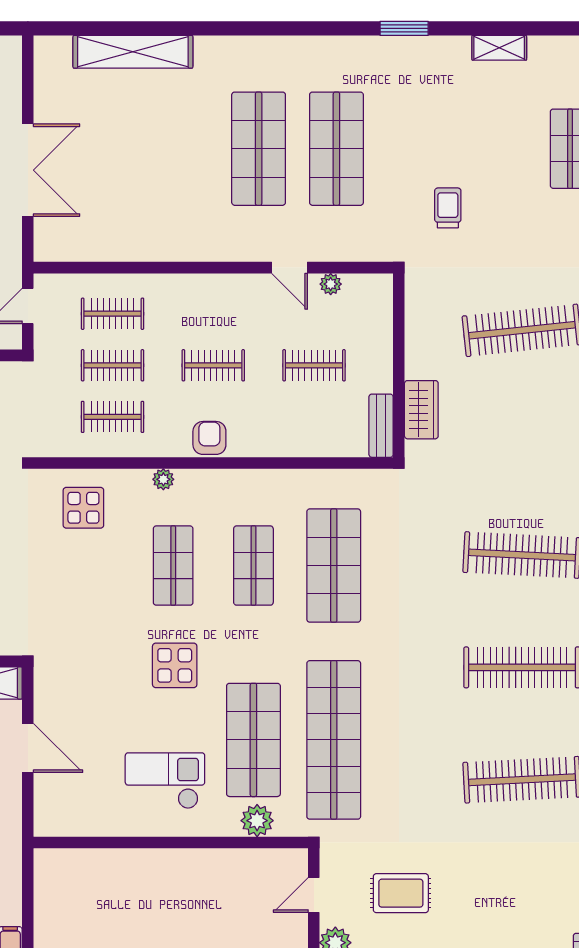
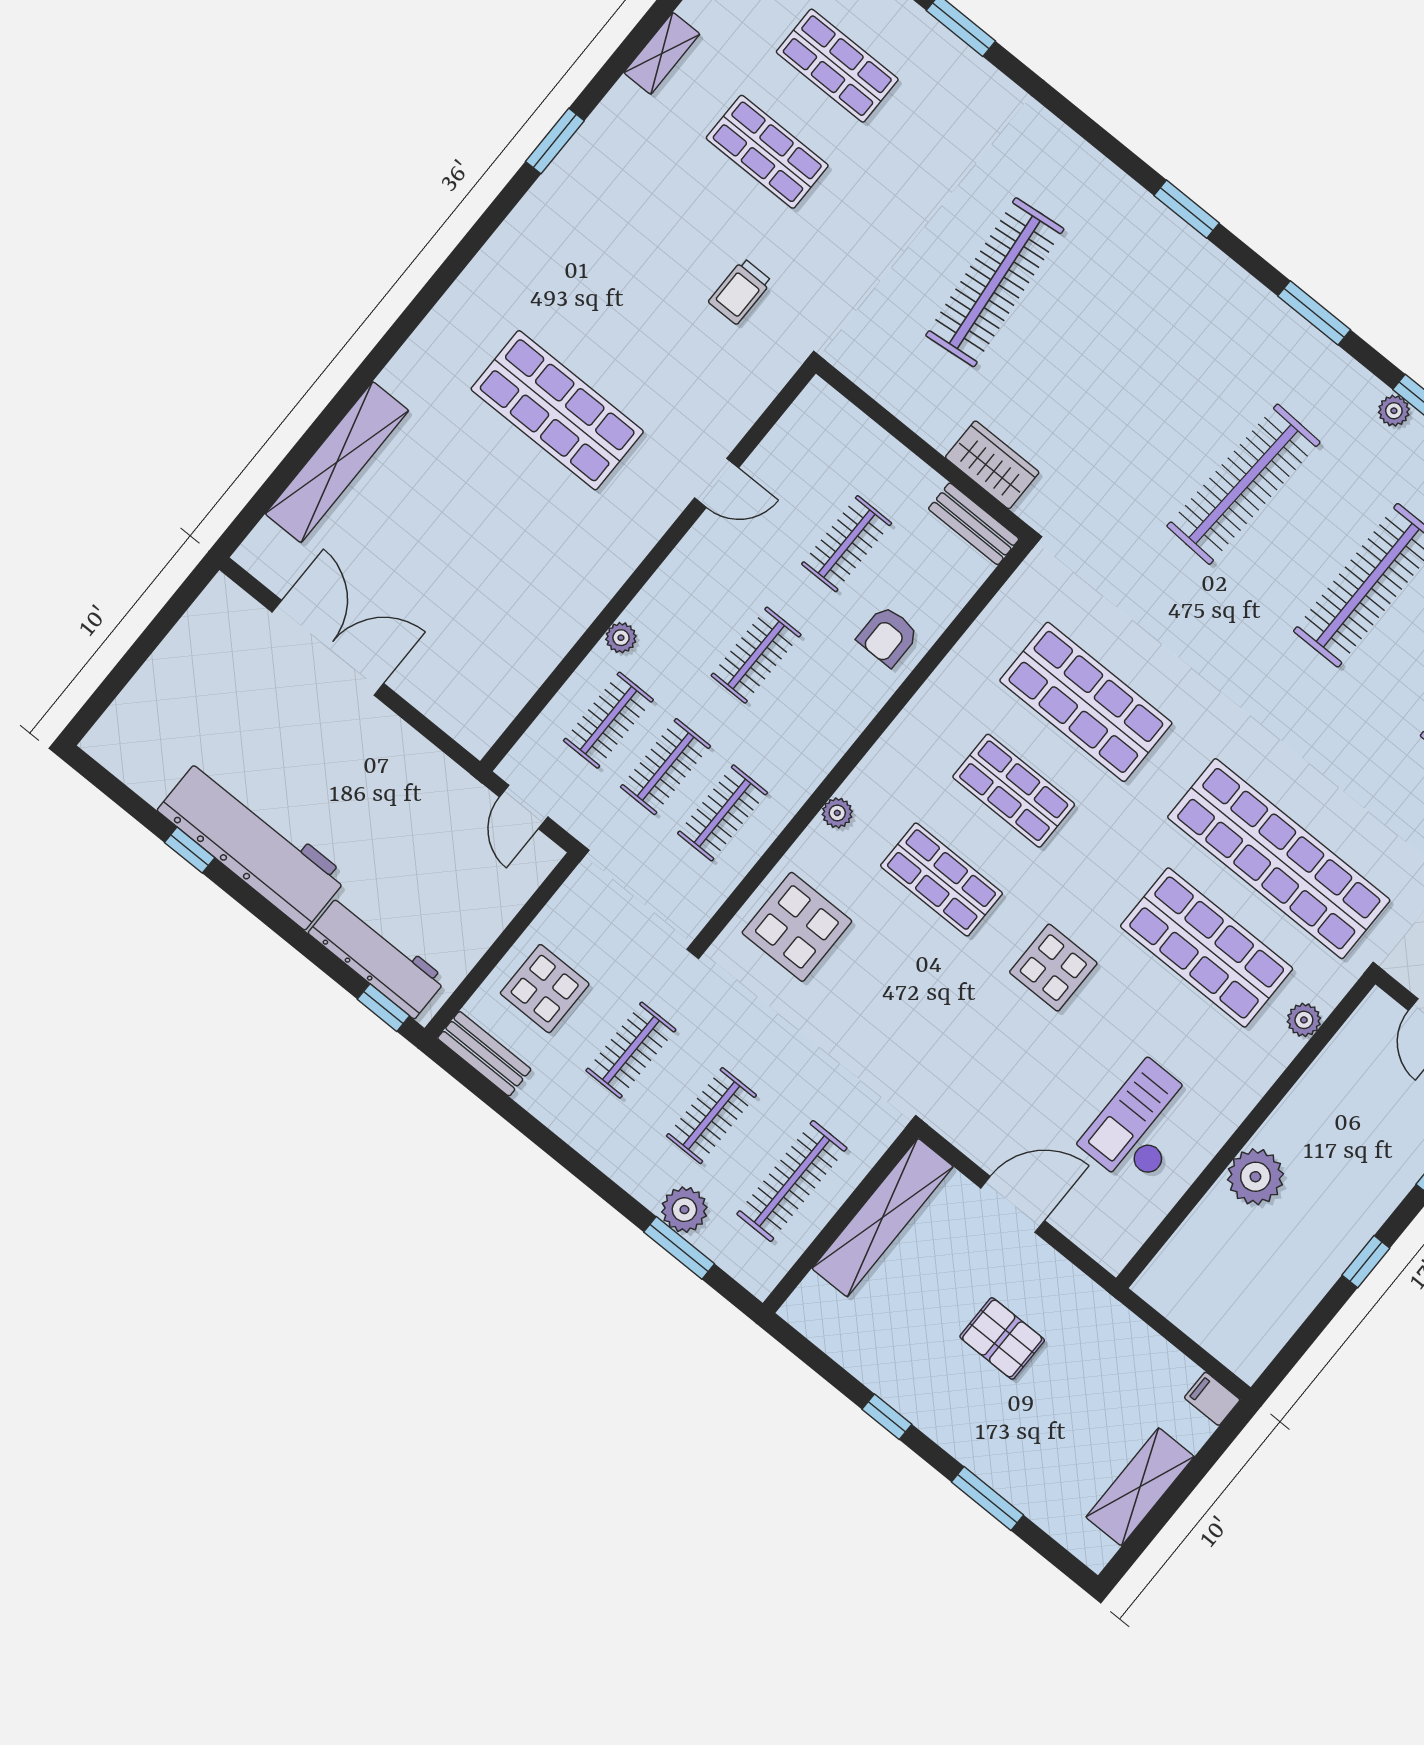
shop shelf: (336, 149) -> (767, 152), moved, width x0.70, depth x0.74
double door: (28, 170) -> (328, 648), moved
trolley: (448, 208) -> (740, 291), moved, turned -90
plant: (331, 284) -> (621, 638), moved
armchair: (209, 438) -> (888, 636), moved, turned -90
display table: (83, 508) -> (797, 927), width x1.36, depth x1.36
checkout: (165, 781) -> (1142, 1125), moved
plant: (257, 821) -> (1304, 1020), width x0.73, depth x0.73
plant: (150, 868) -> (1255, 1177), added

